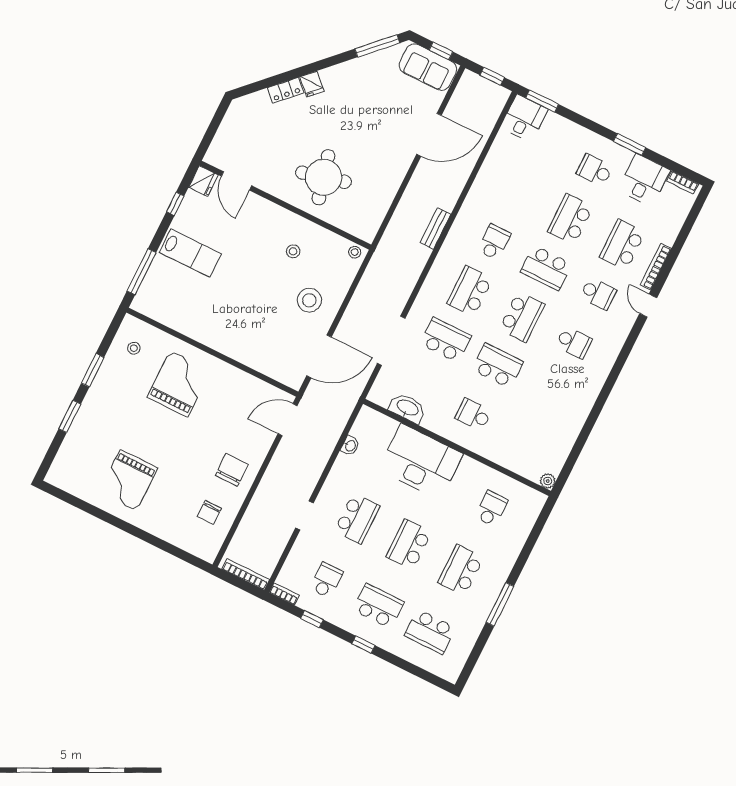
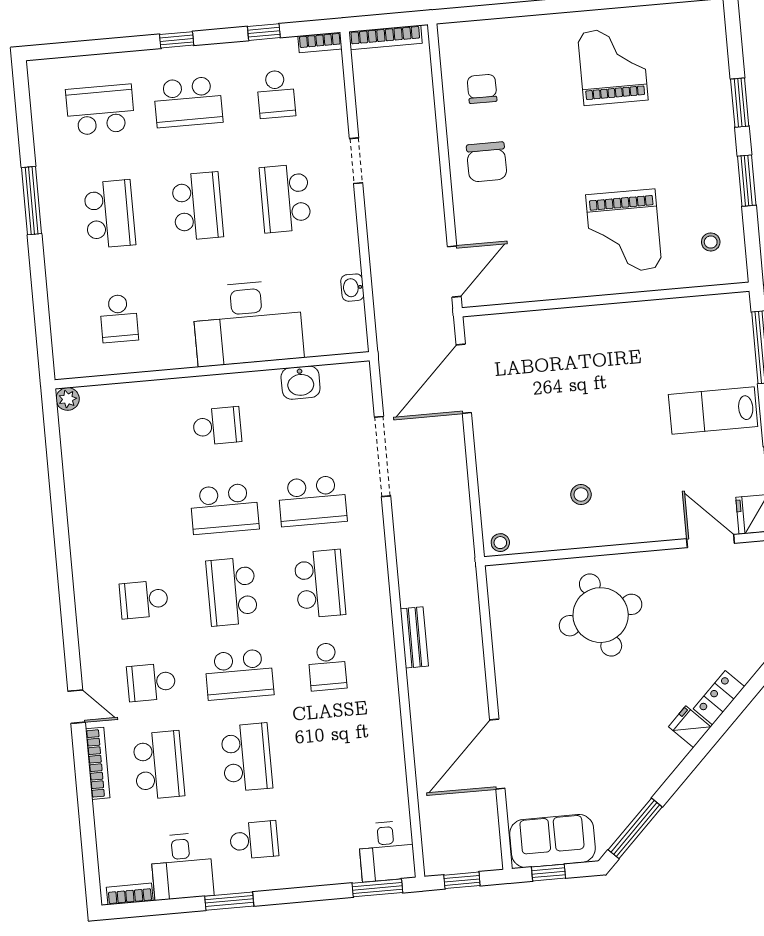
school desk: (546, 268) -> (239, 674), turned 180
stool: (309, 300) -> (521, 444), removed
washbasin: (407, 408) -> (301, 383), width x0.72

